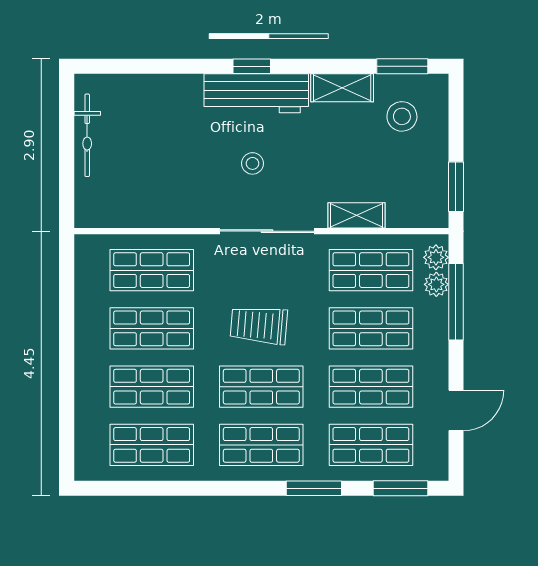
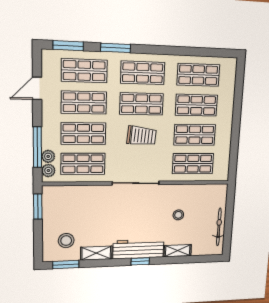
stool: (253, 163) -> (178, 215), moved
shelving: (357, 215) -> (178, 251), moved

